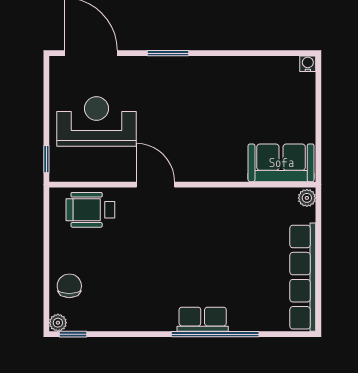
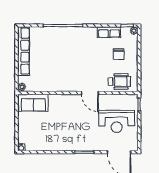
chair: (69, 286) -> (119, 54), moved
row of seats: (203, 319) -> (109, 32), moved

